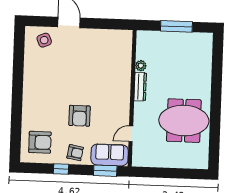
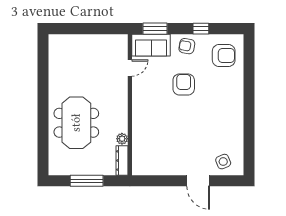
dresser: (140, 87) -> (122, 160), moved
meeting table: (184, 121) -> (76, 123), moved, turned 90
armchair: (40, 142) -> (224, 56), turned 180

